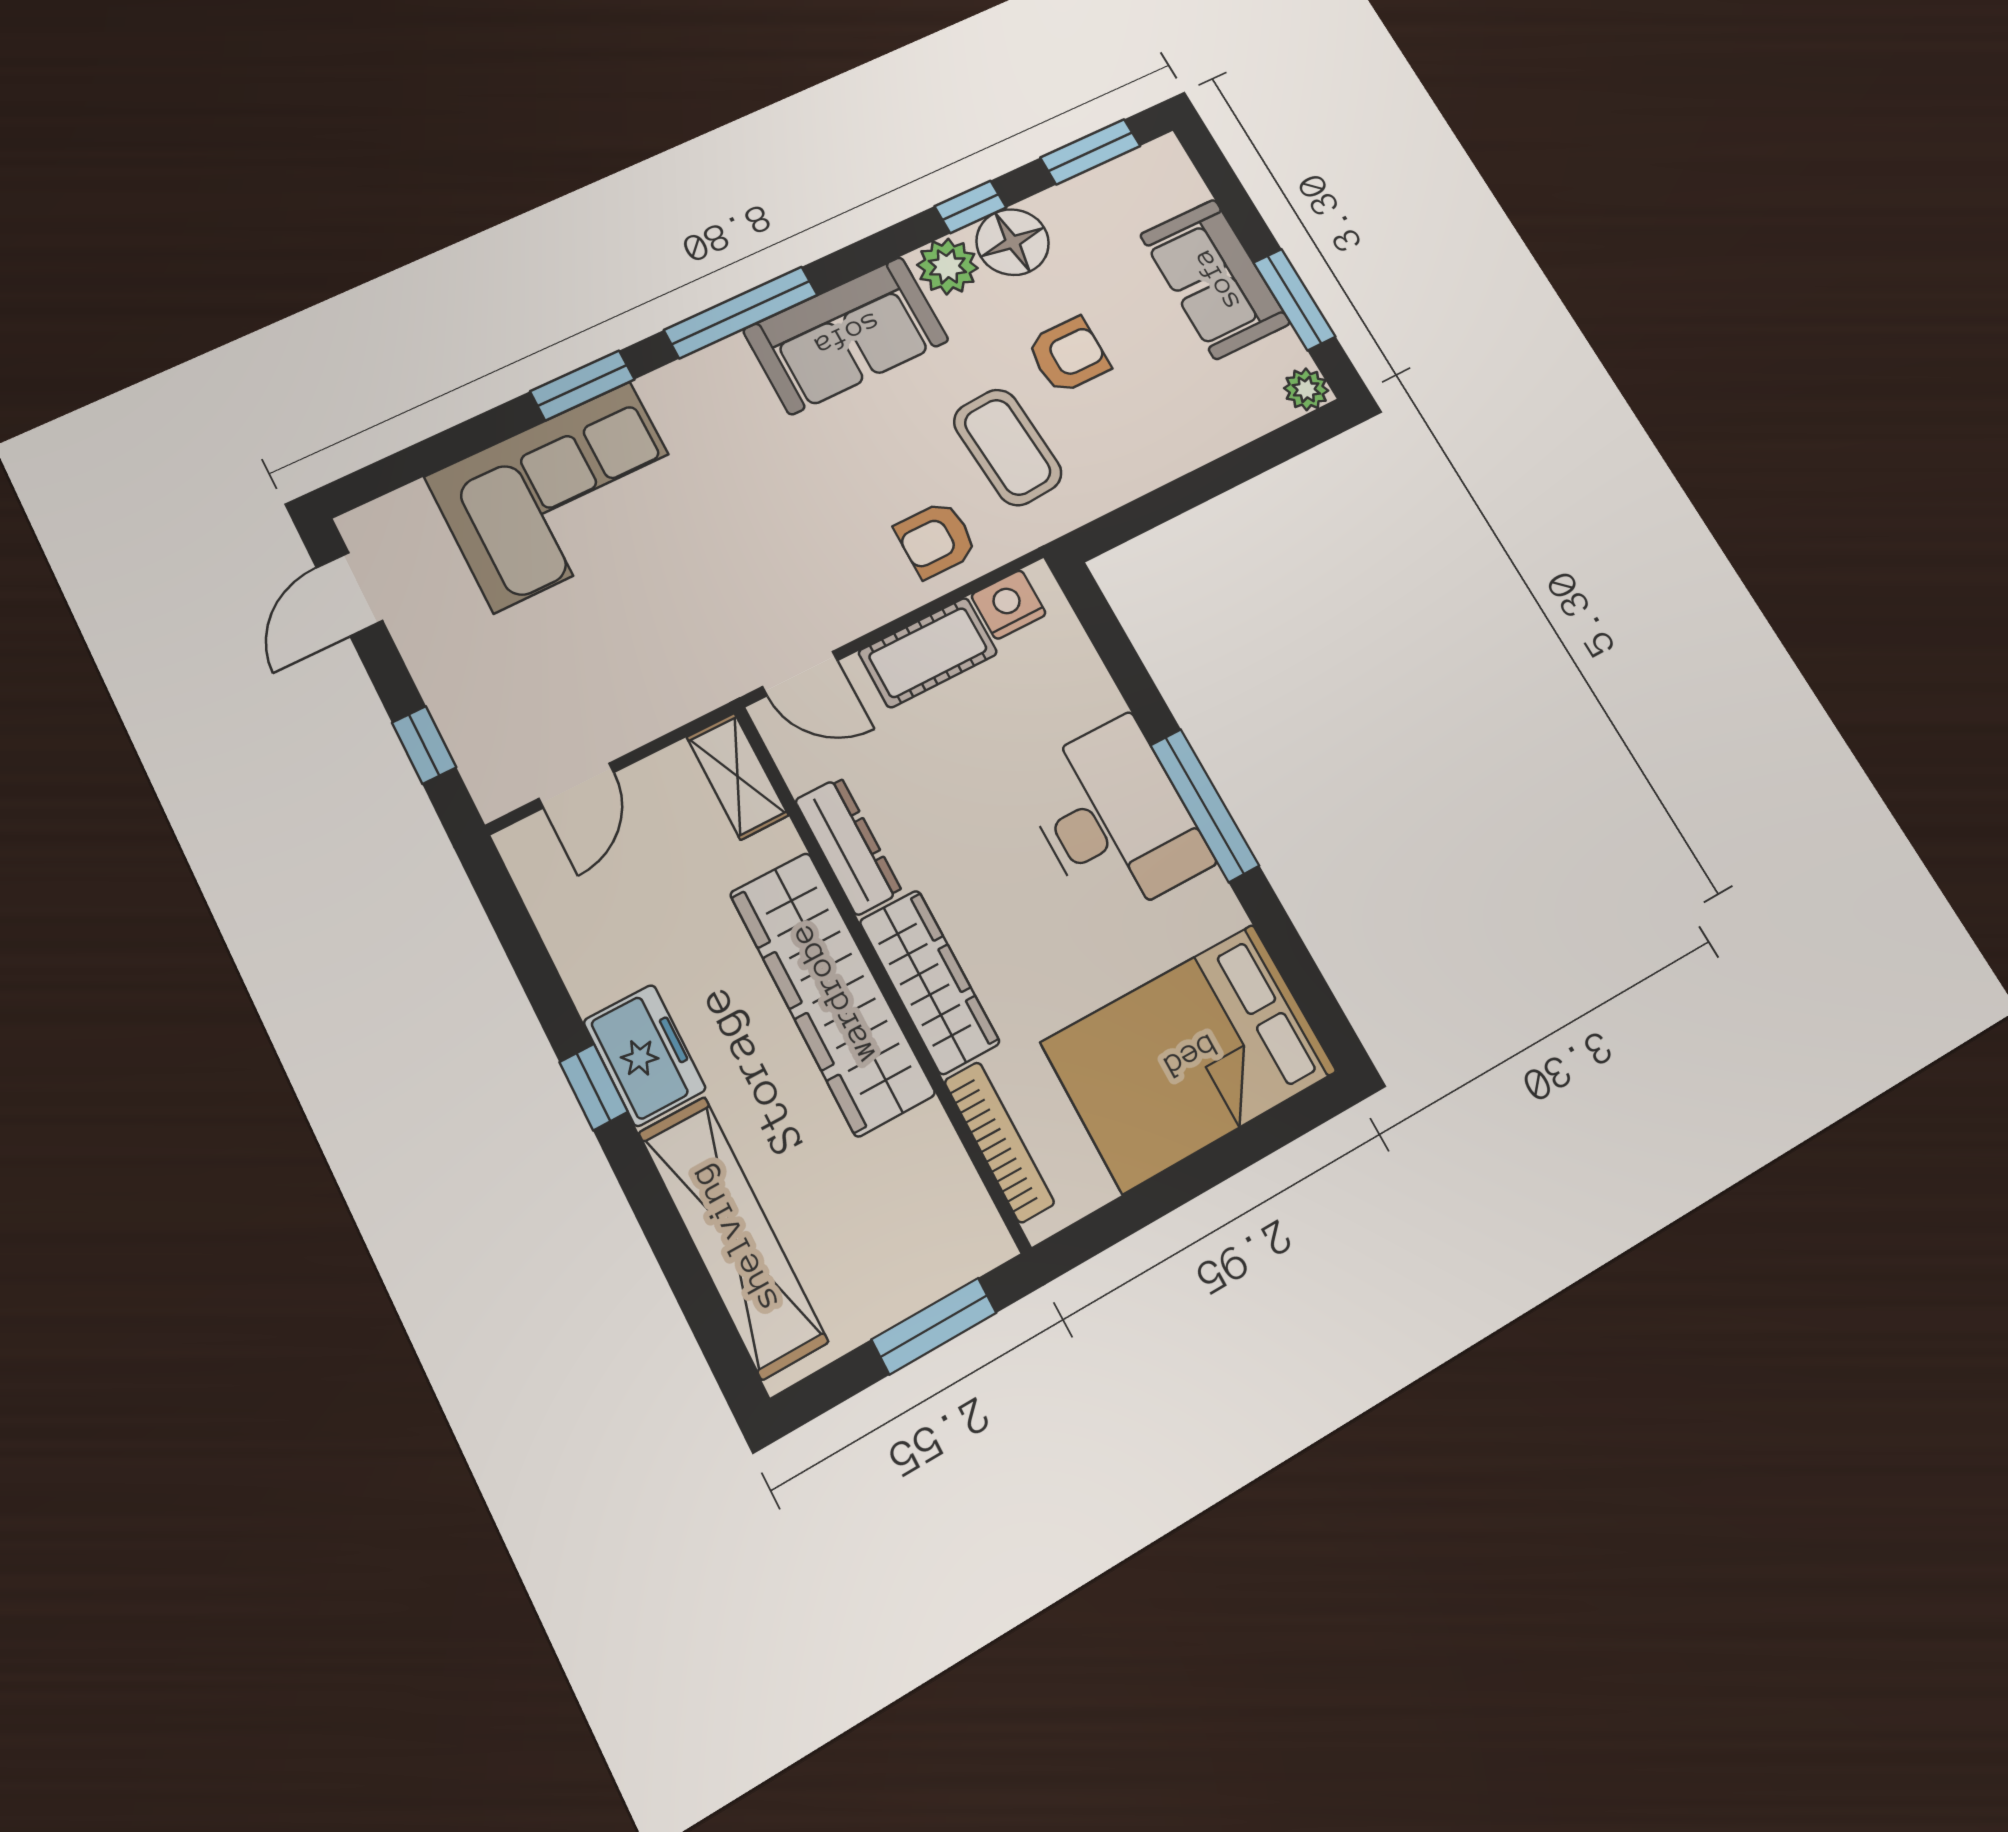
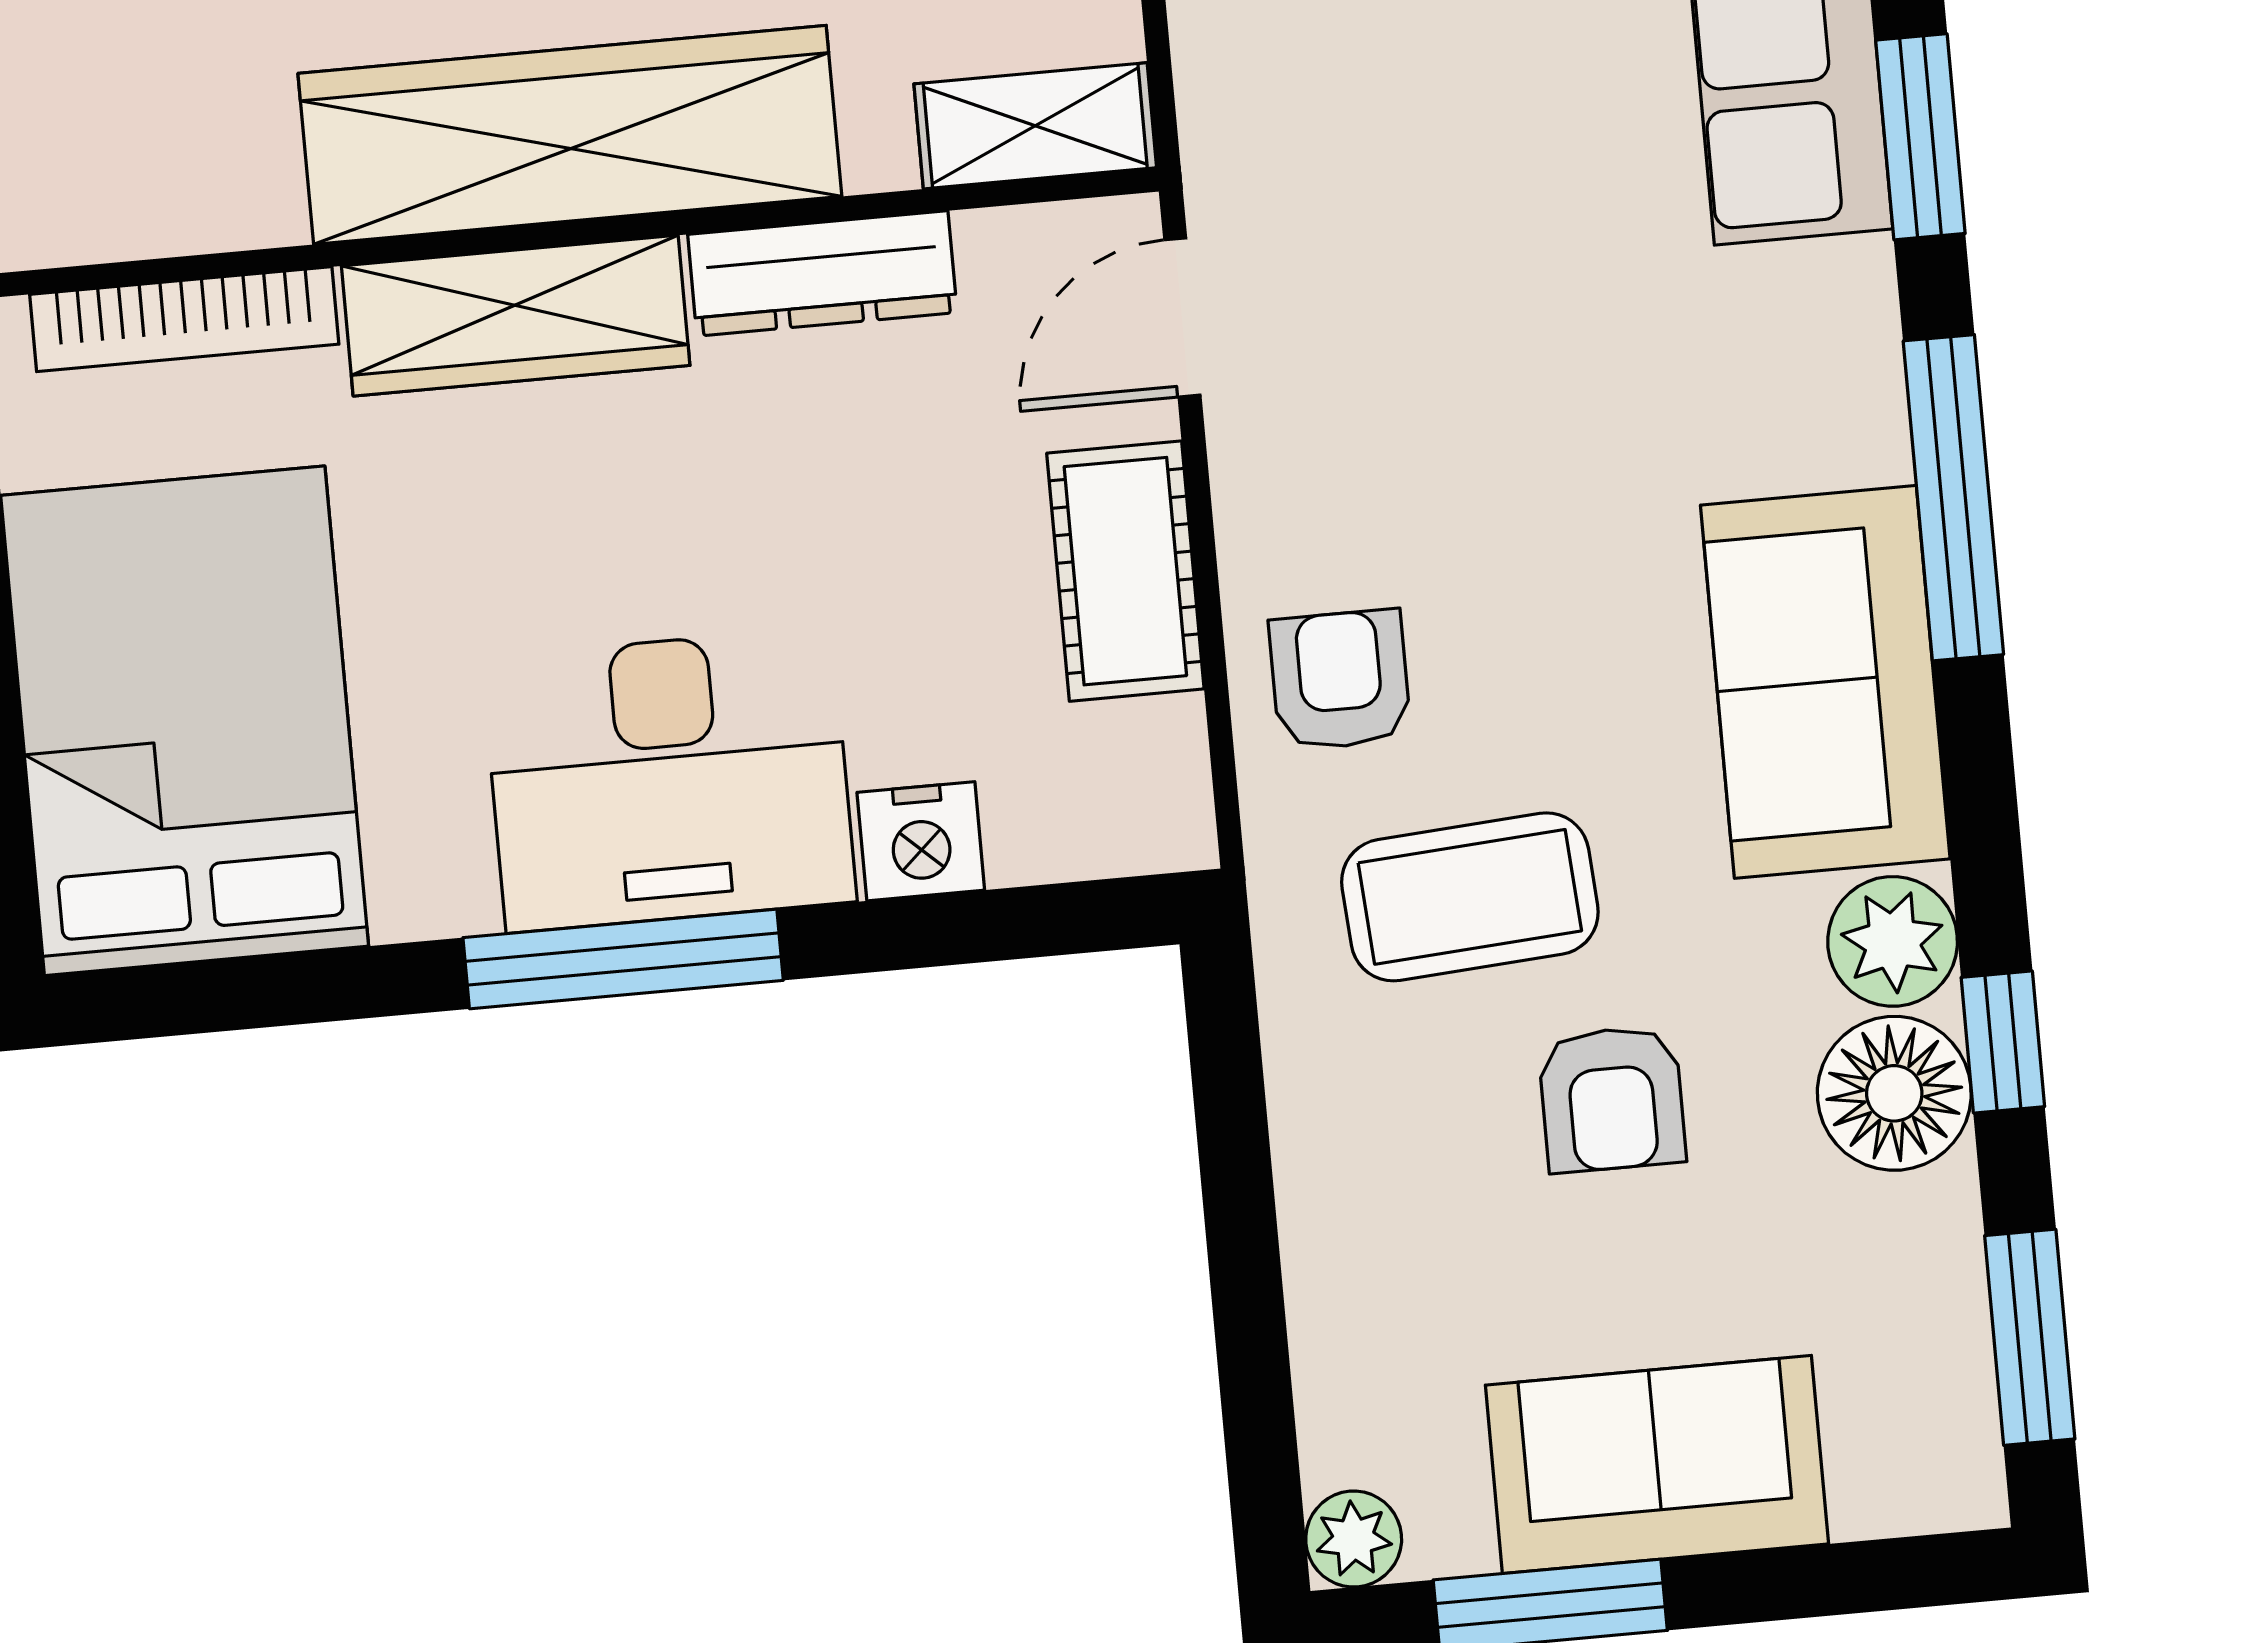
nightstand: (1009, 605) -> (921, 841), moved, turned 90

